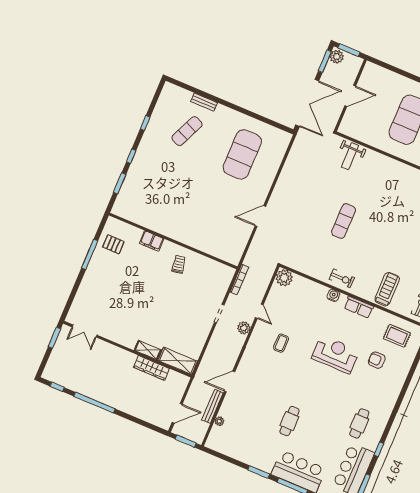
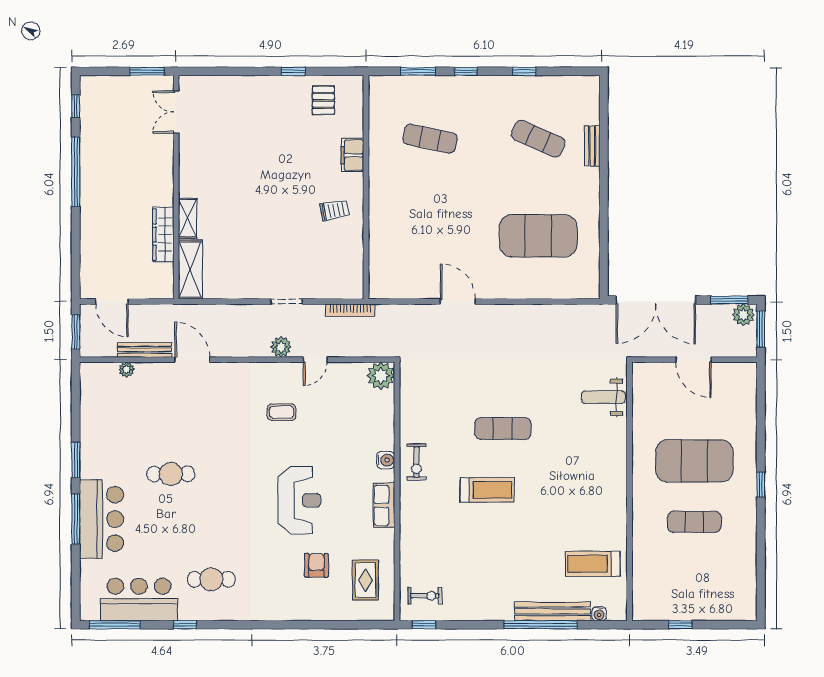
exercise mat: (161, 193) -> (430, 139), added
window: (90, 254) -> (293, 71), width x0.46
treadmill: (387, 289) -> (487, 490), moved

